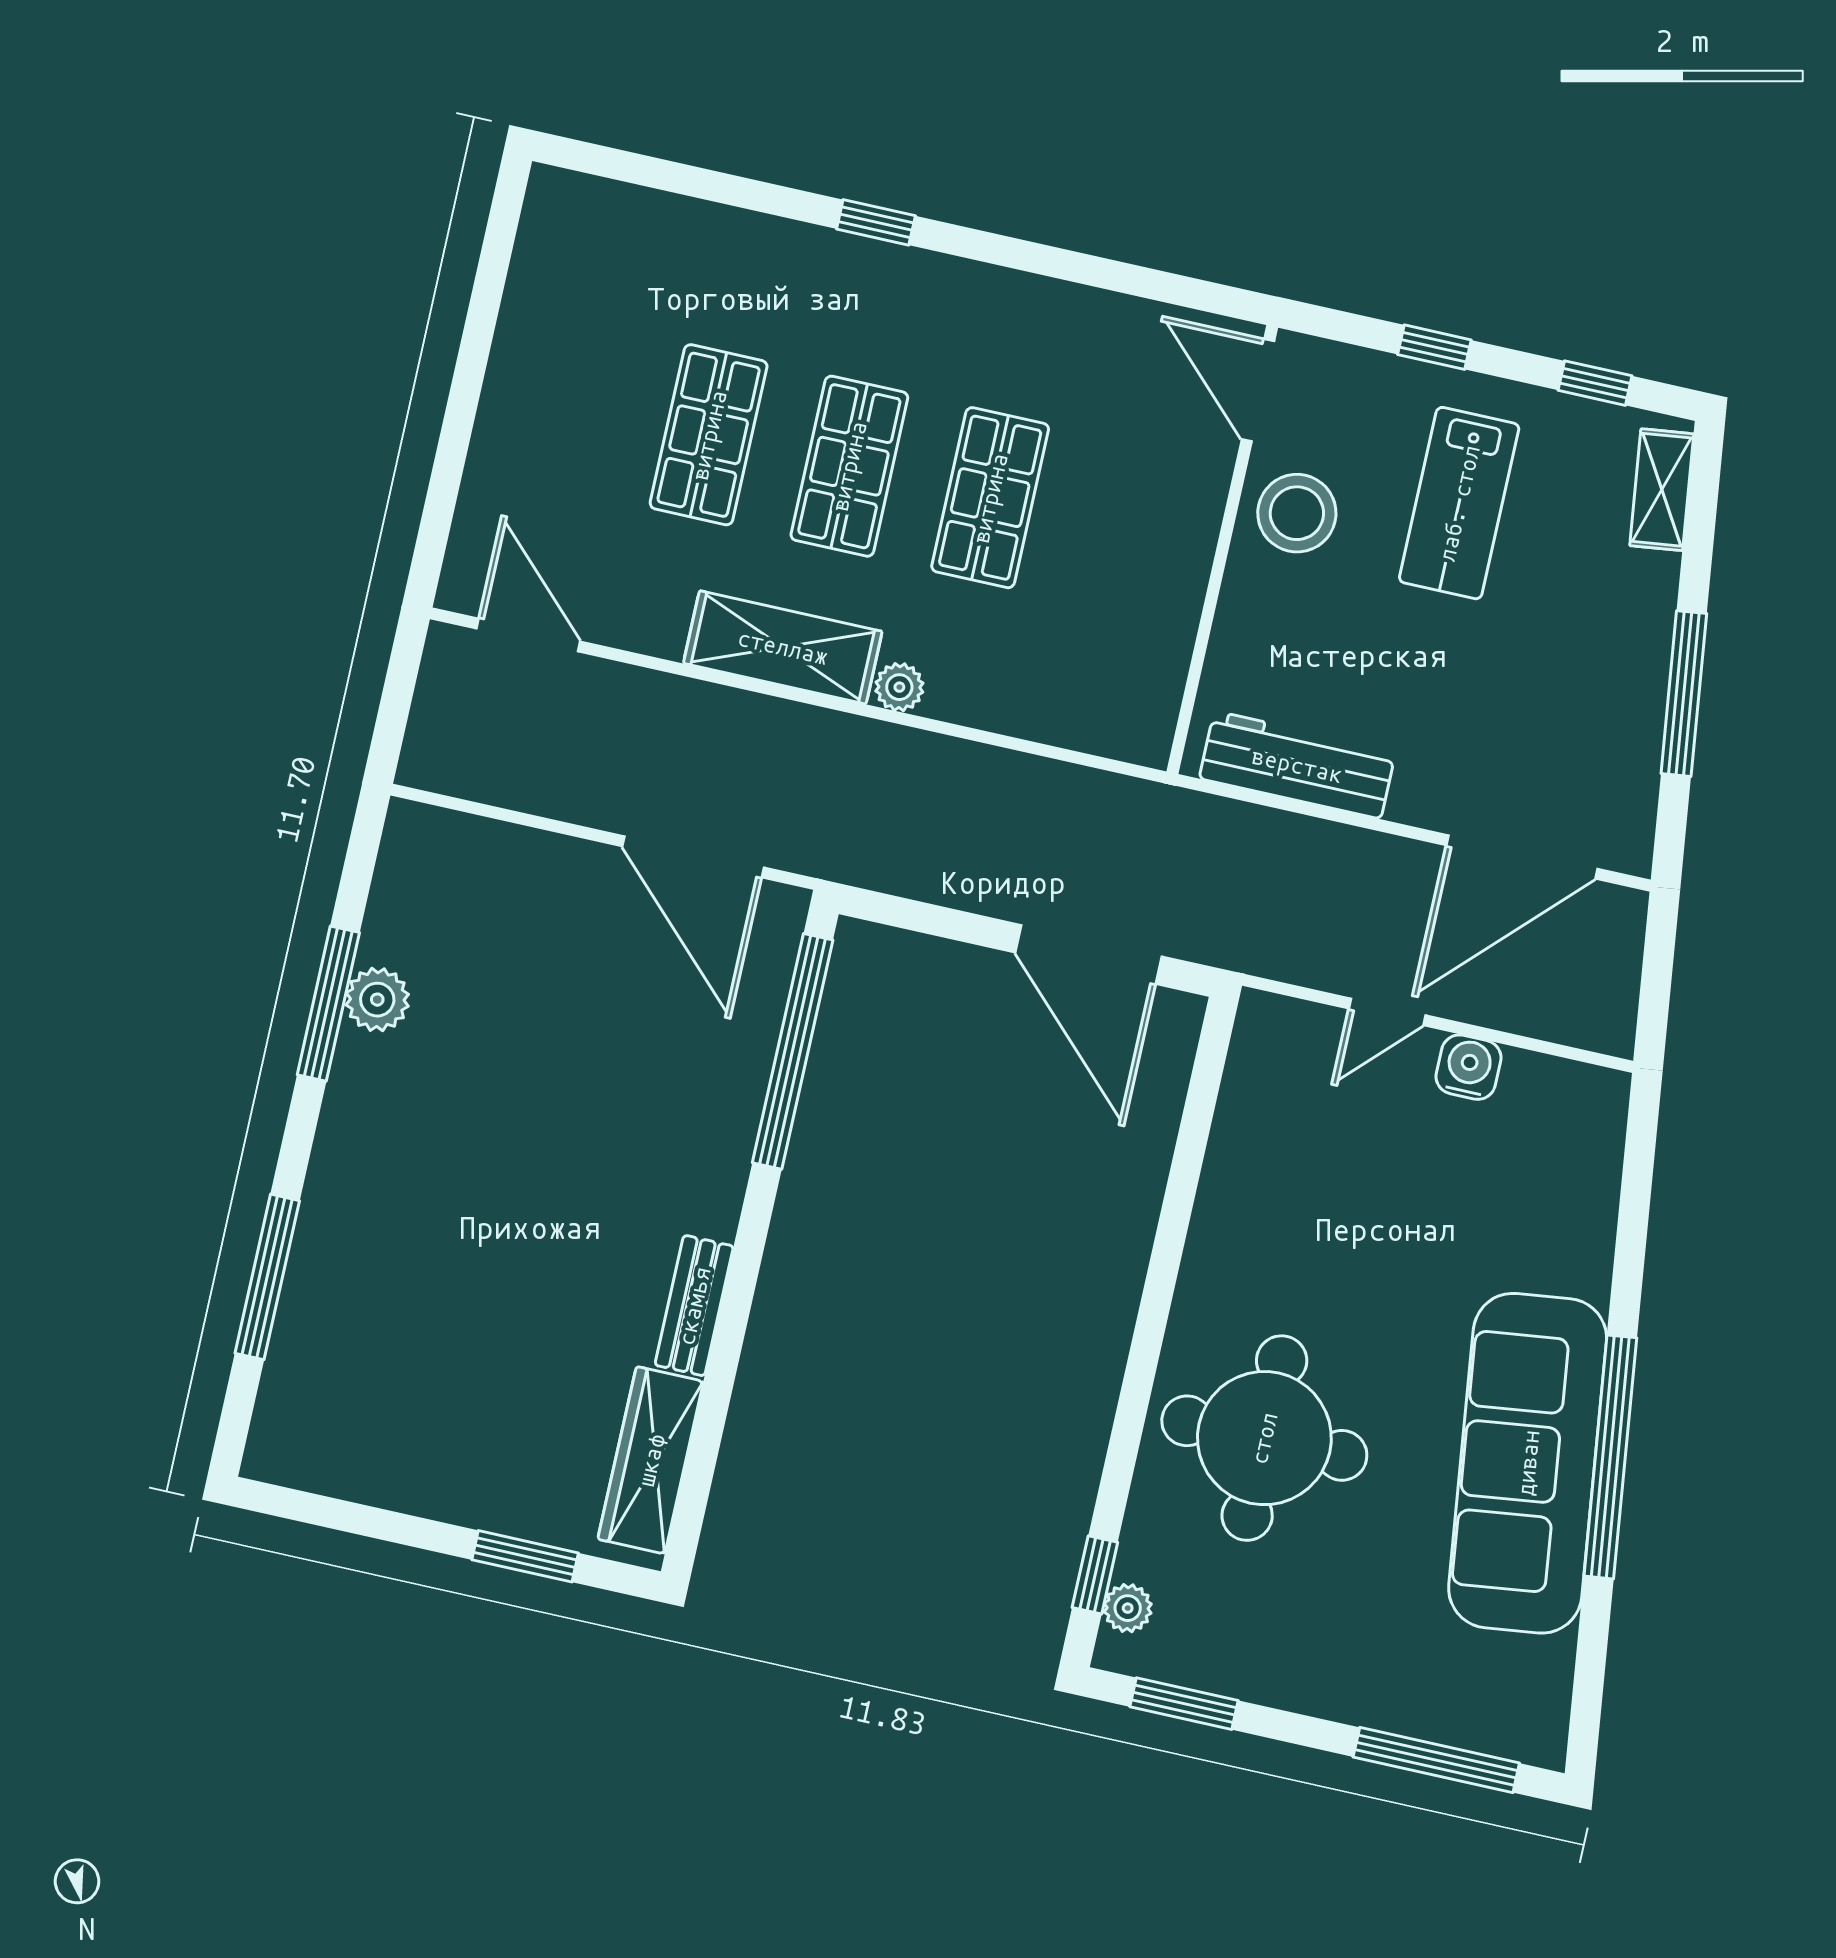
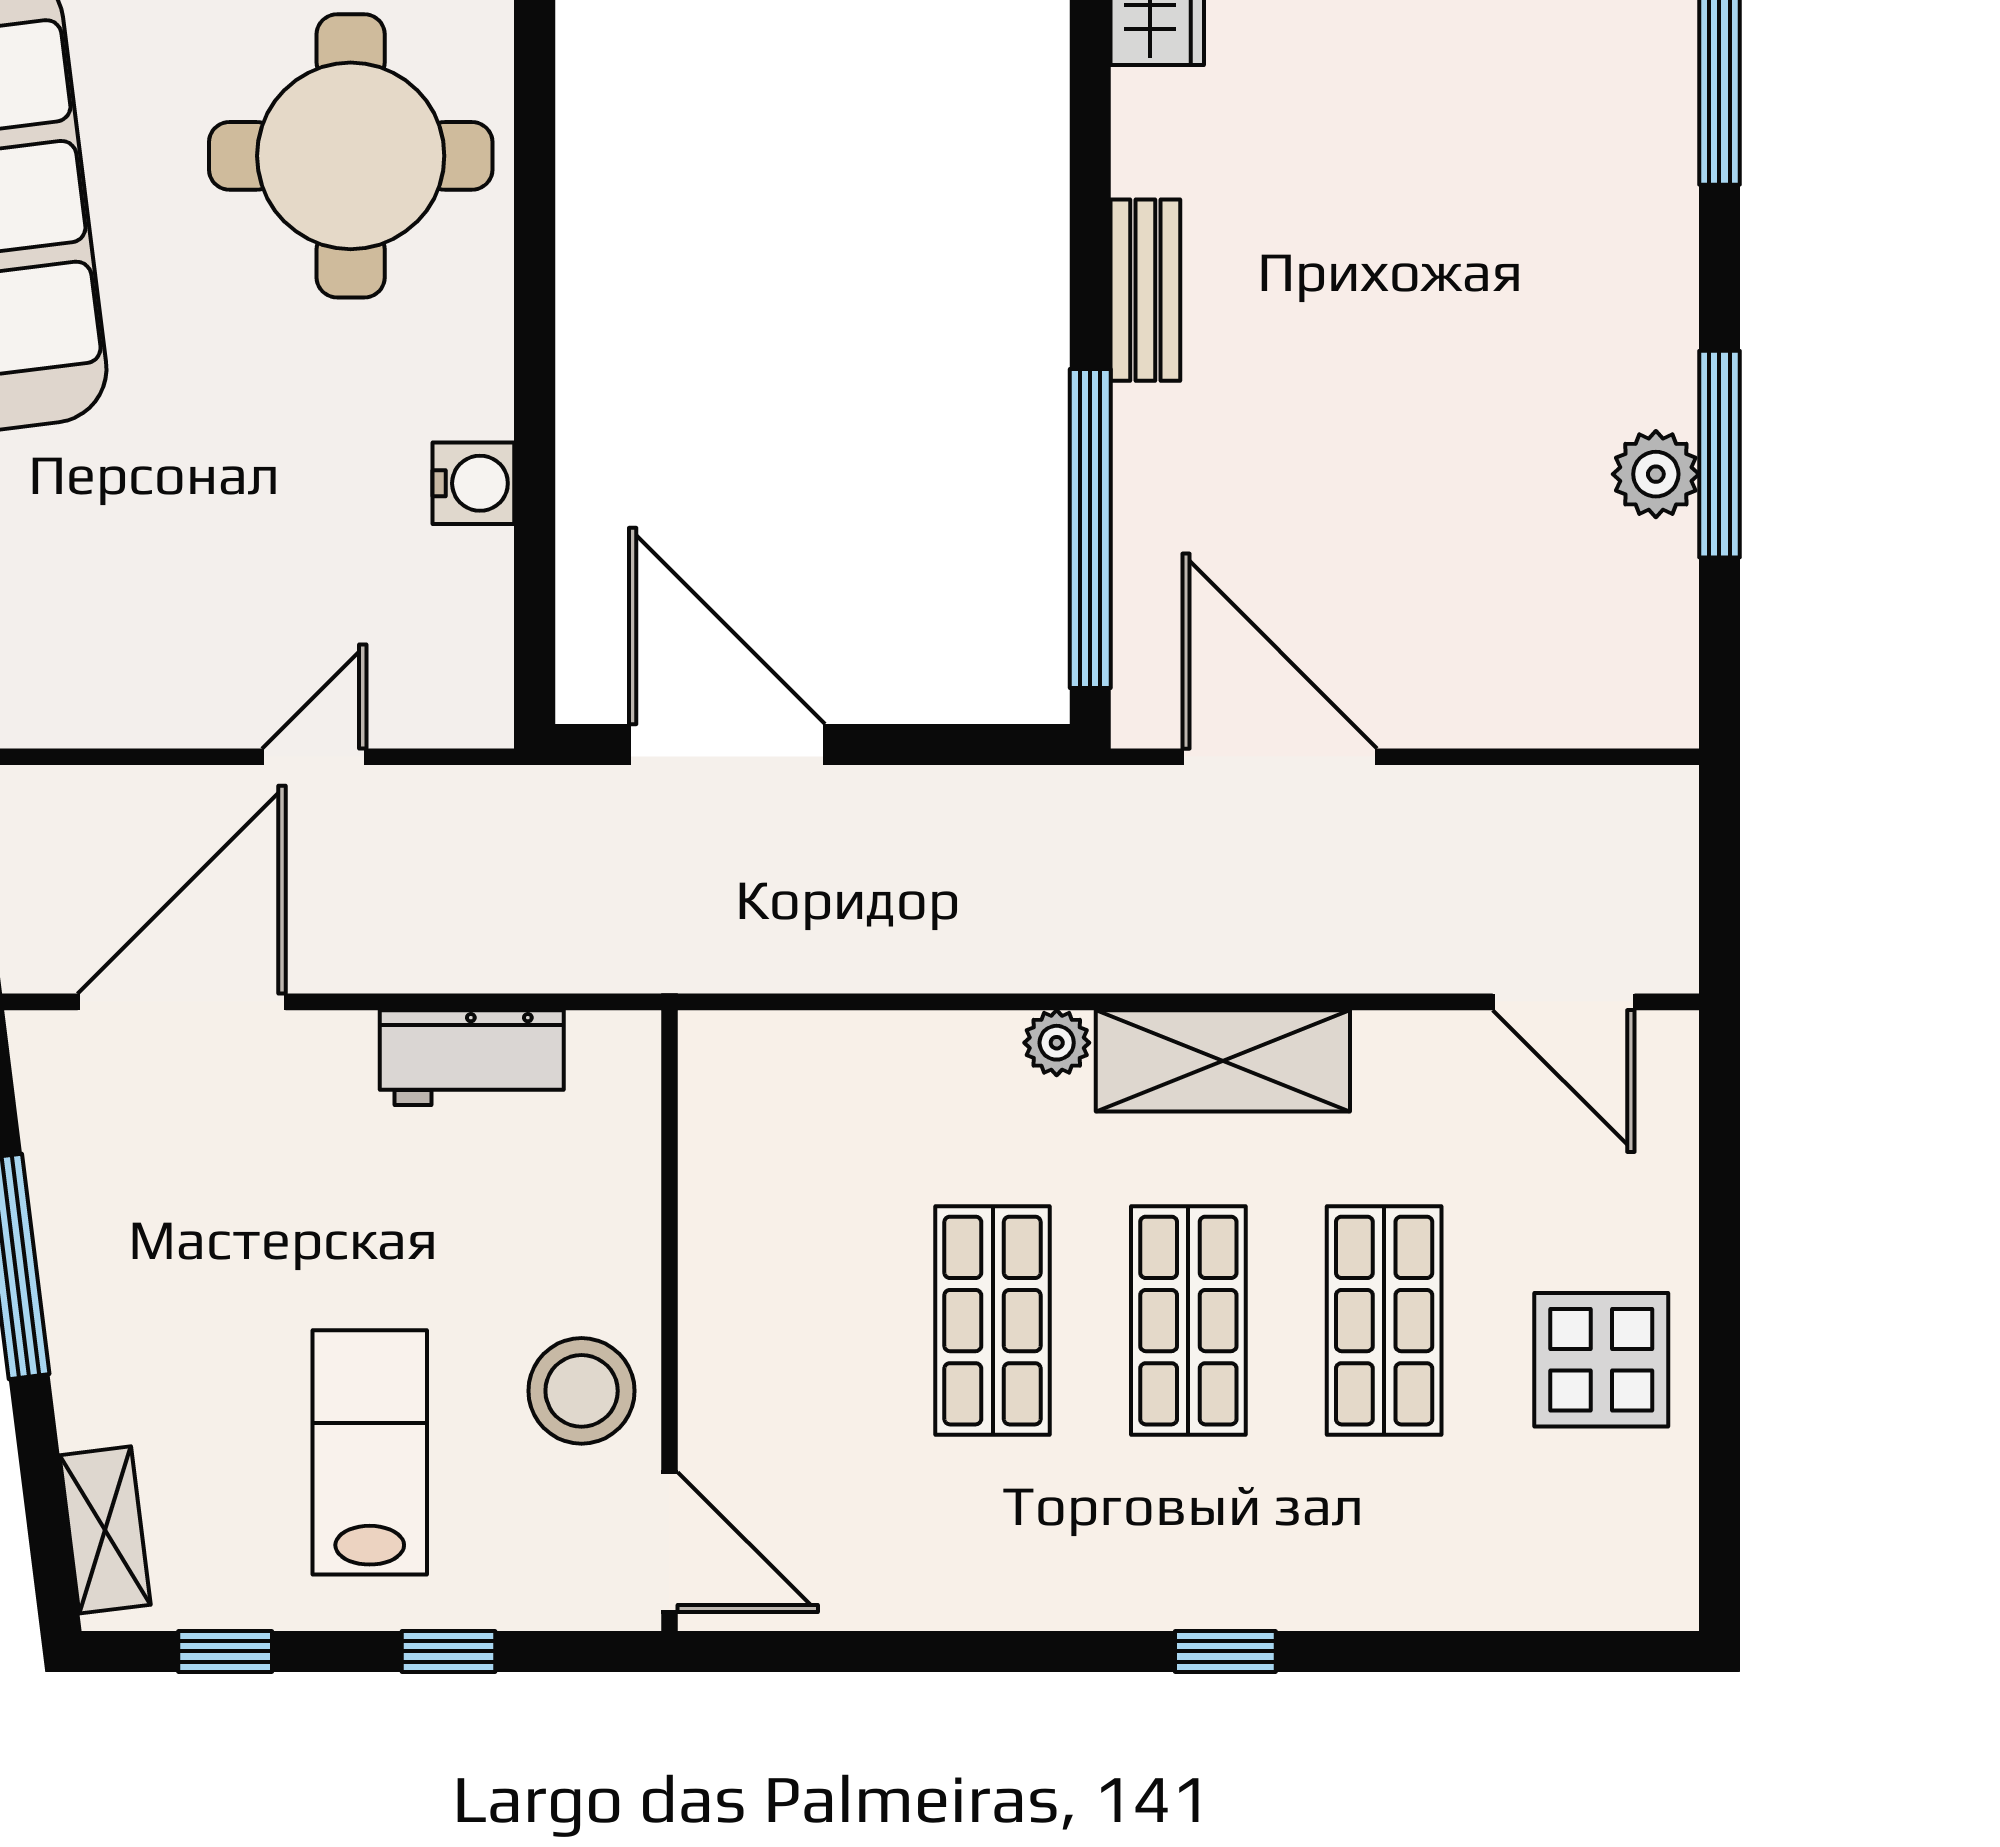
display table: (559, 372) -> (1601, 1360), added
workbench: (1297, 765) -> (472, 1058), width x0.73
water cooler: (1469, 1067) -> (473, 483), moved, turned -90
bench: (694, 1306) -> (1145, 290), moved

